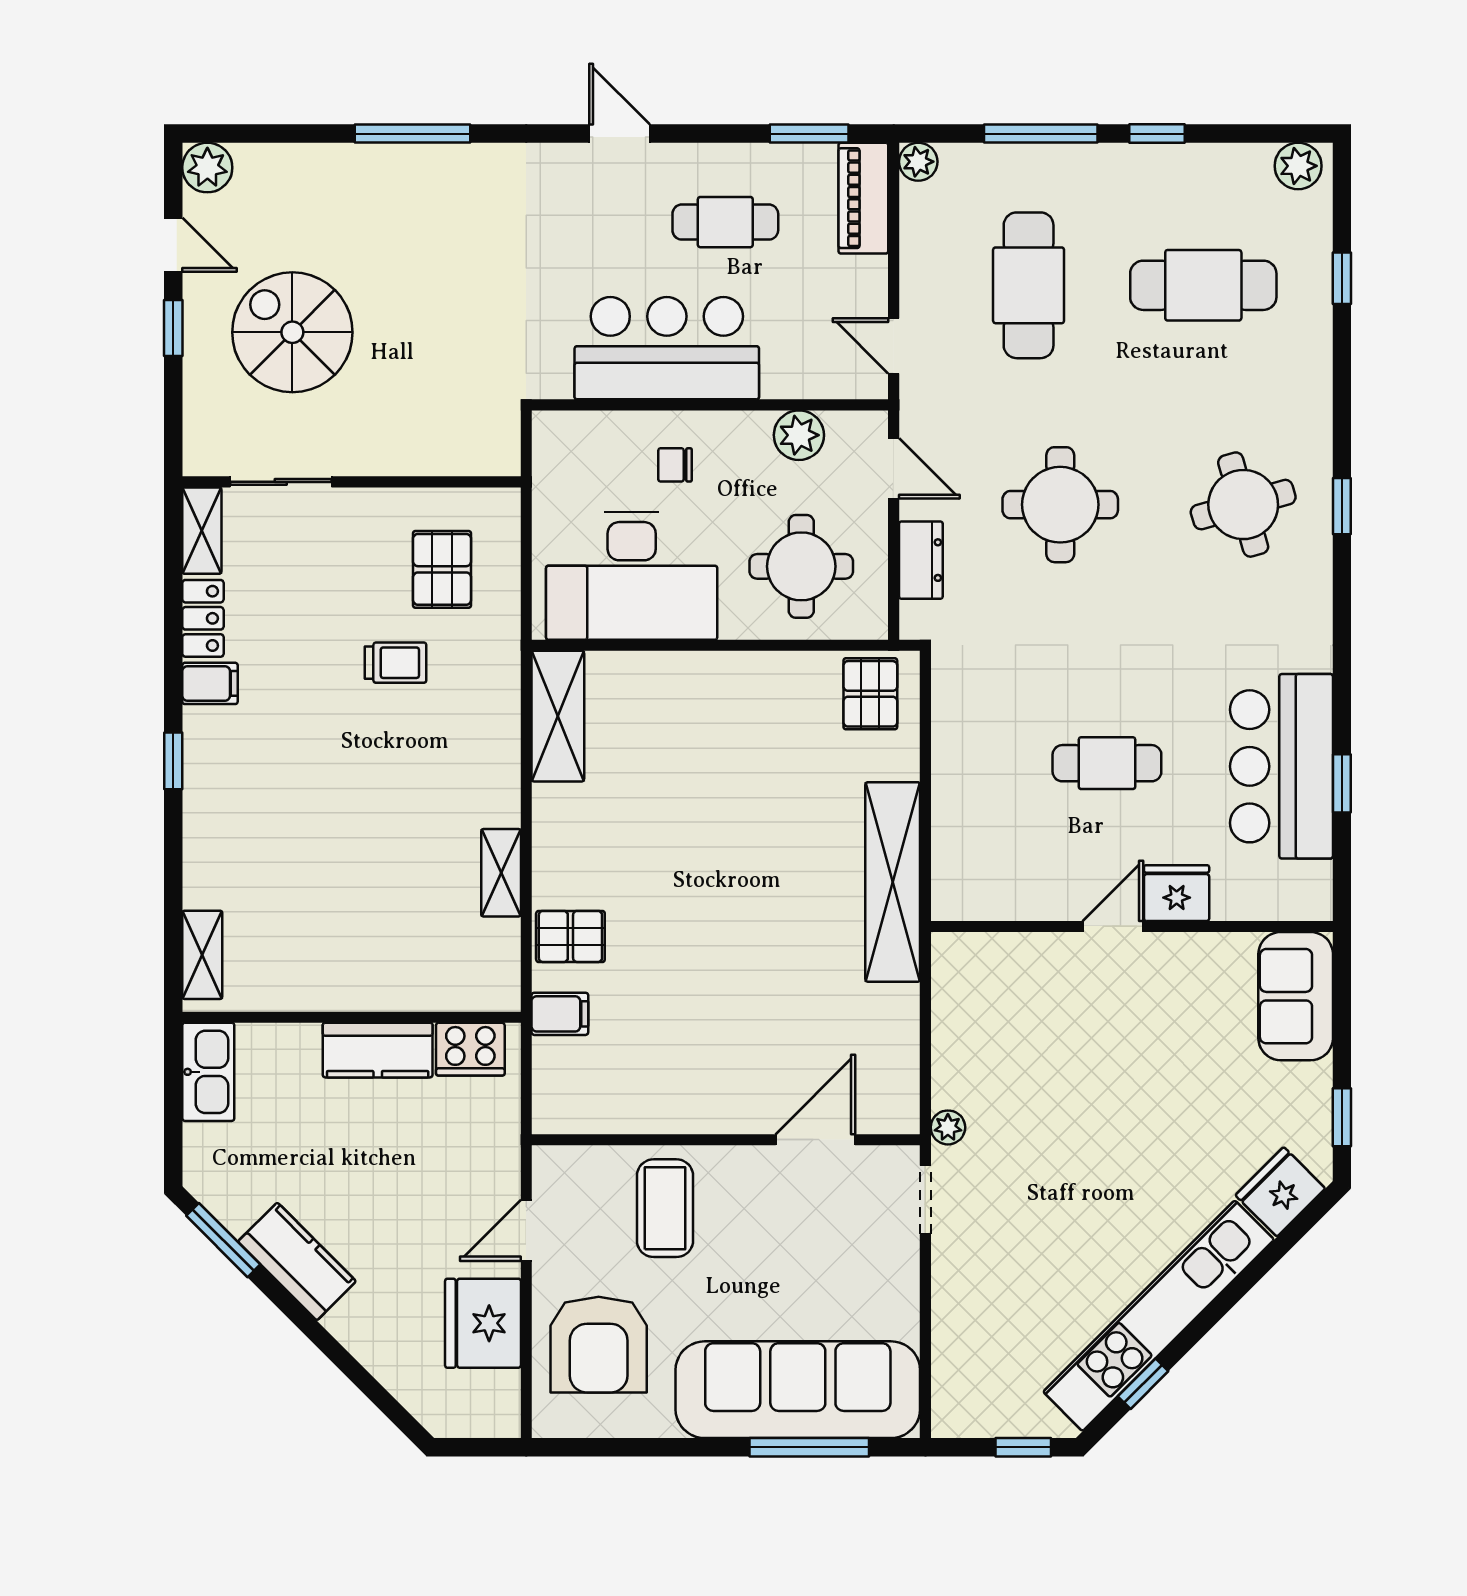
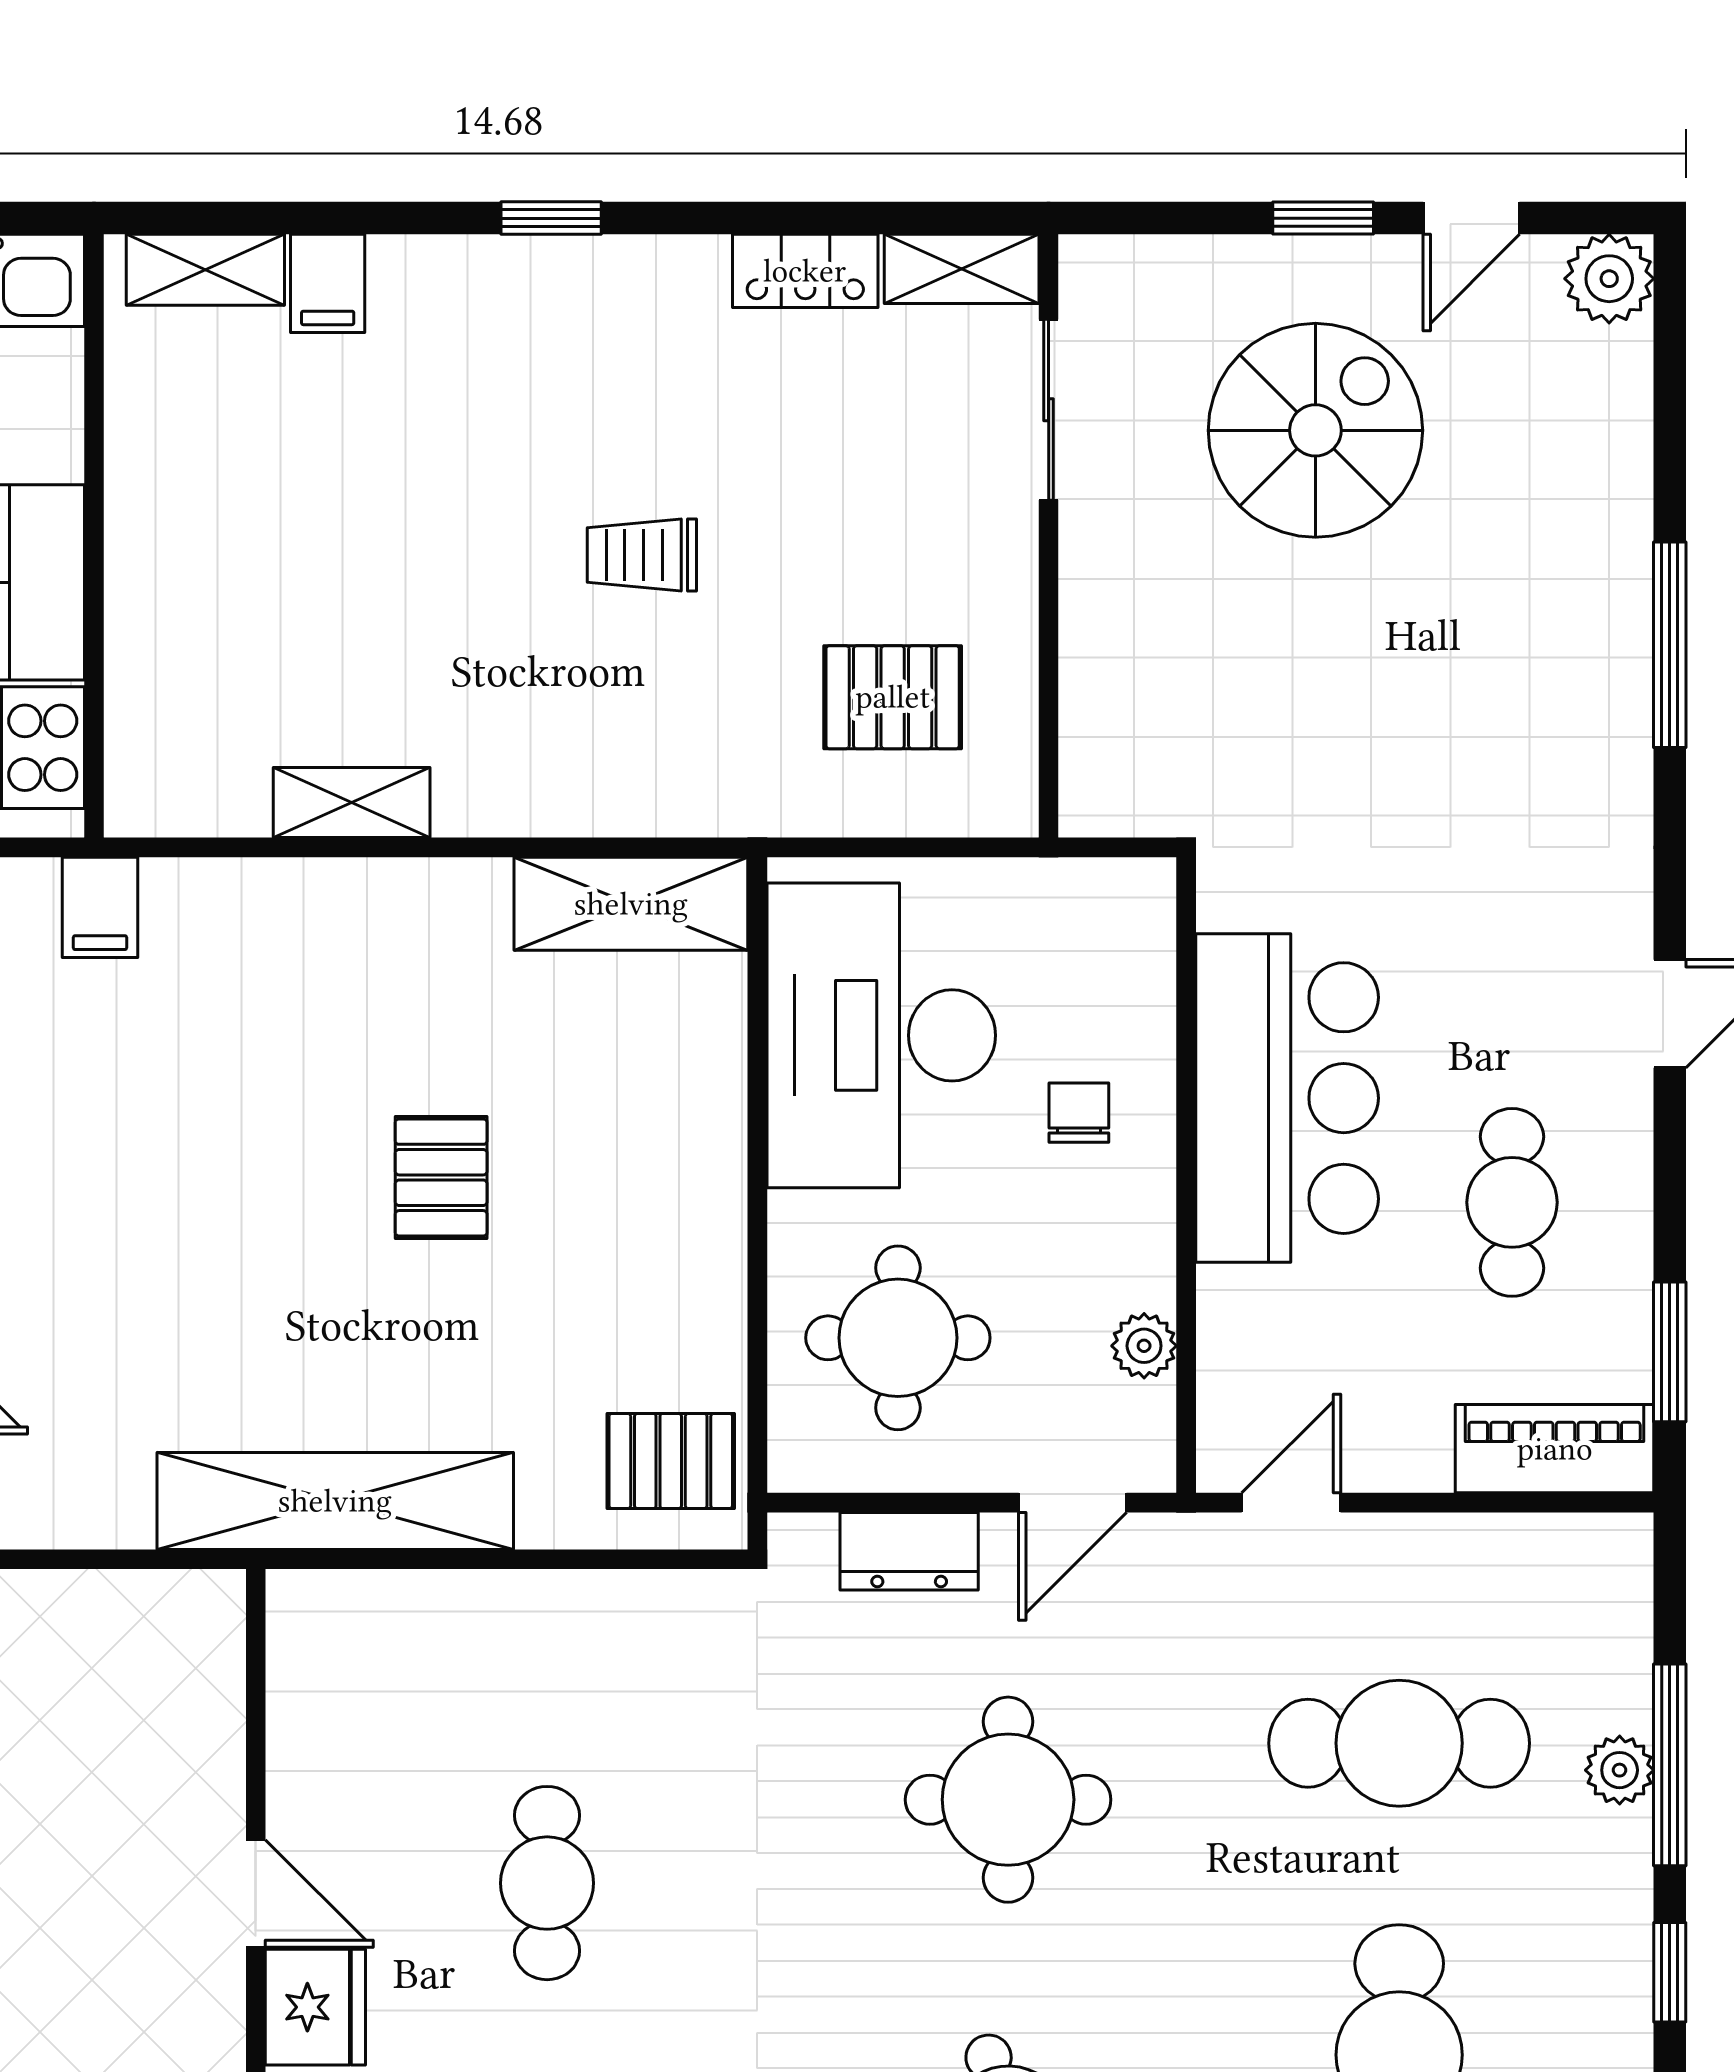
plant: (918, 162) -> (1620, 1770), moved
plant: (799, 435) -> (1144, 1346), width x0.73, depth x0.73
trolley: (396, 663) -> (642, 555), moved, turned 90
filing cabinet: (210, 683) -> (328, 283), moved
pallet: (570, 936) -> (441, 1177), moved

